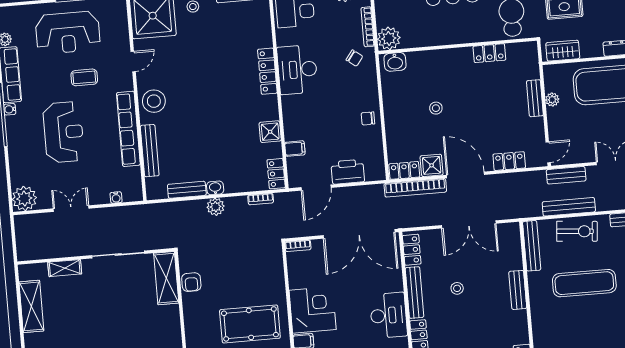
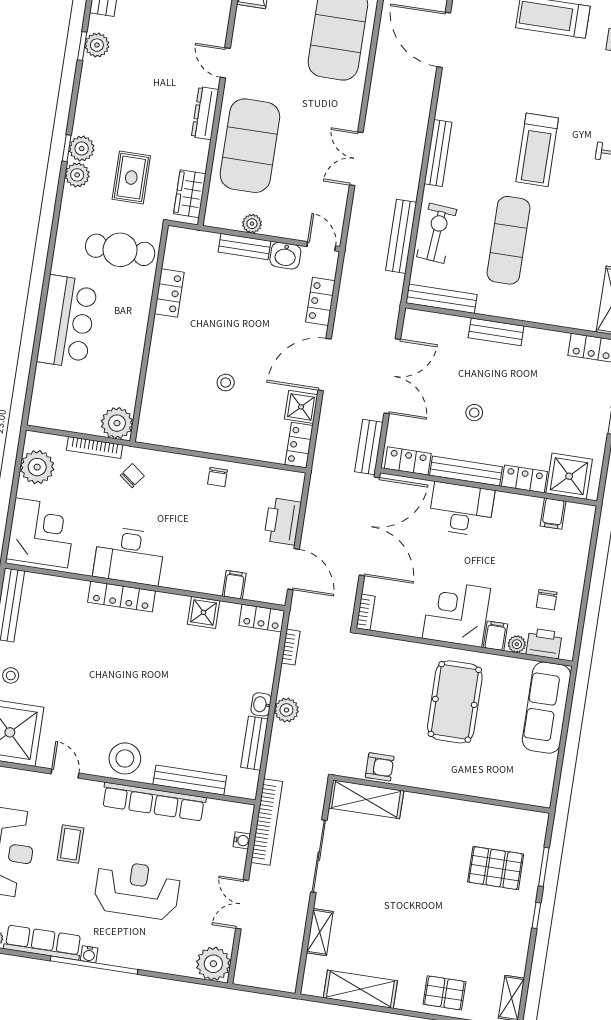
washbasin: (395, 62) -> (285, 256), moved, turned 90
bench: (566, 175) -> (369, 447), moved
bookcase: (415, 188) -> (267, 822), moved
desk: (388, 315) -> (461, 509), moved

